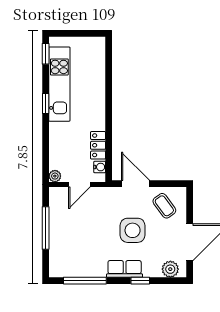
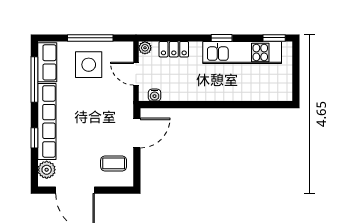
locker: (98, 145) -> (174, 49), moved, turned 180
coffee table: (164, 206) -> (114, 163), turned 36
side table: (133, 230) -> (89, 65), moved
row of seats: (69, 269) -> (47, 62), added
row of seats: (125, 269) -> (47, 121), width x2.02

